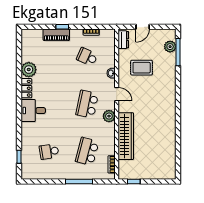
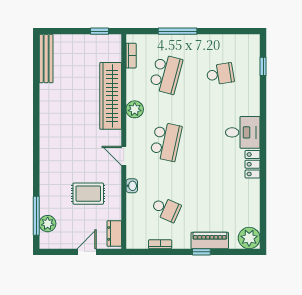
plant: (29, 70) -> (249, 238), moved
plant: (109, 116) -> (135, 109), moved
bench: (171, 162) -> (46, 59), added

